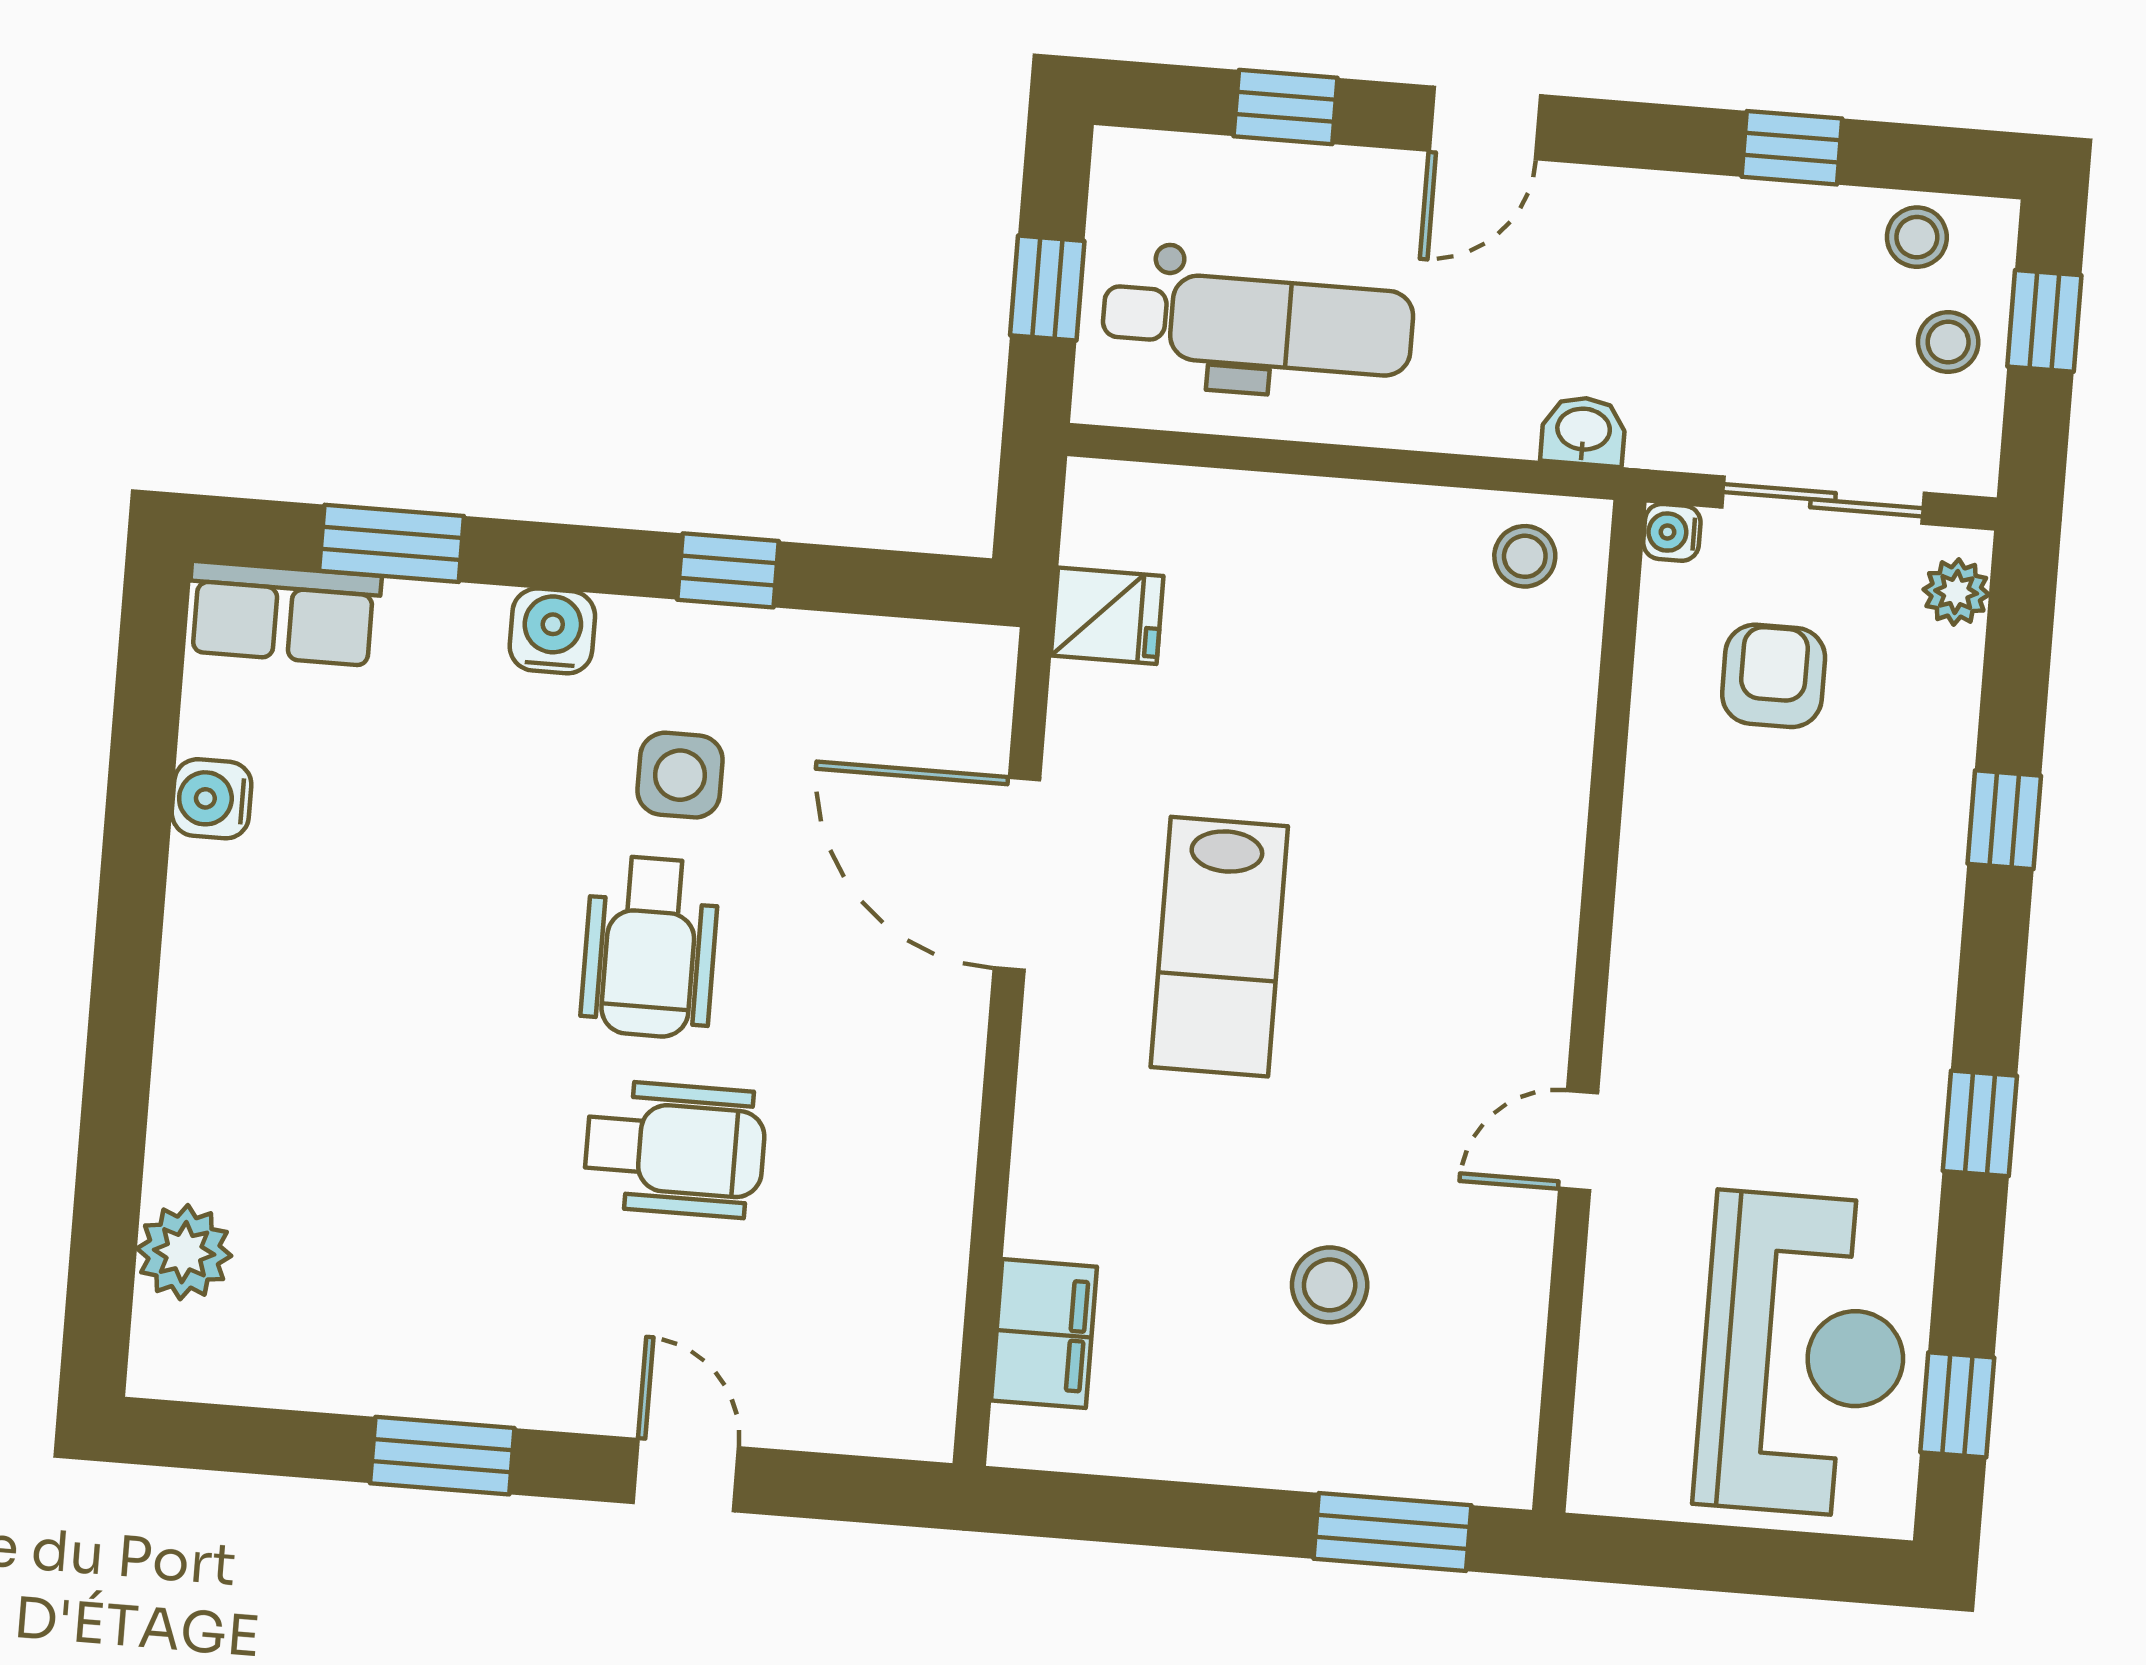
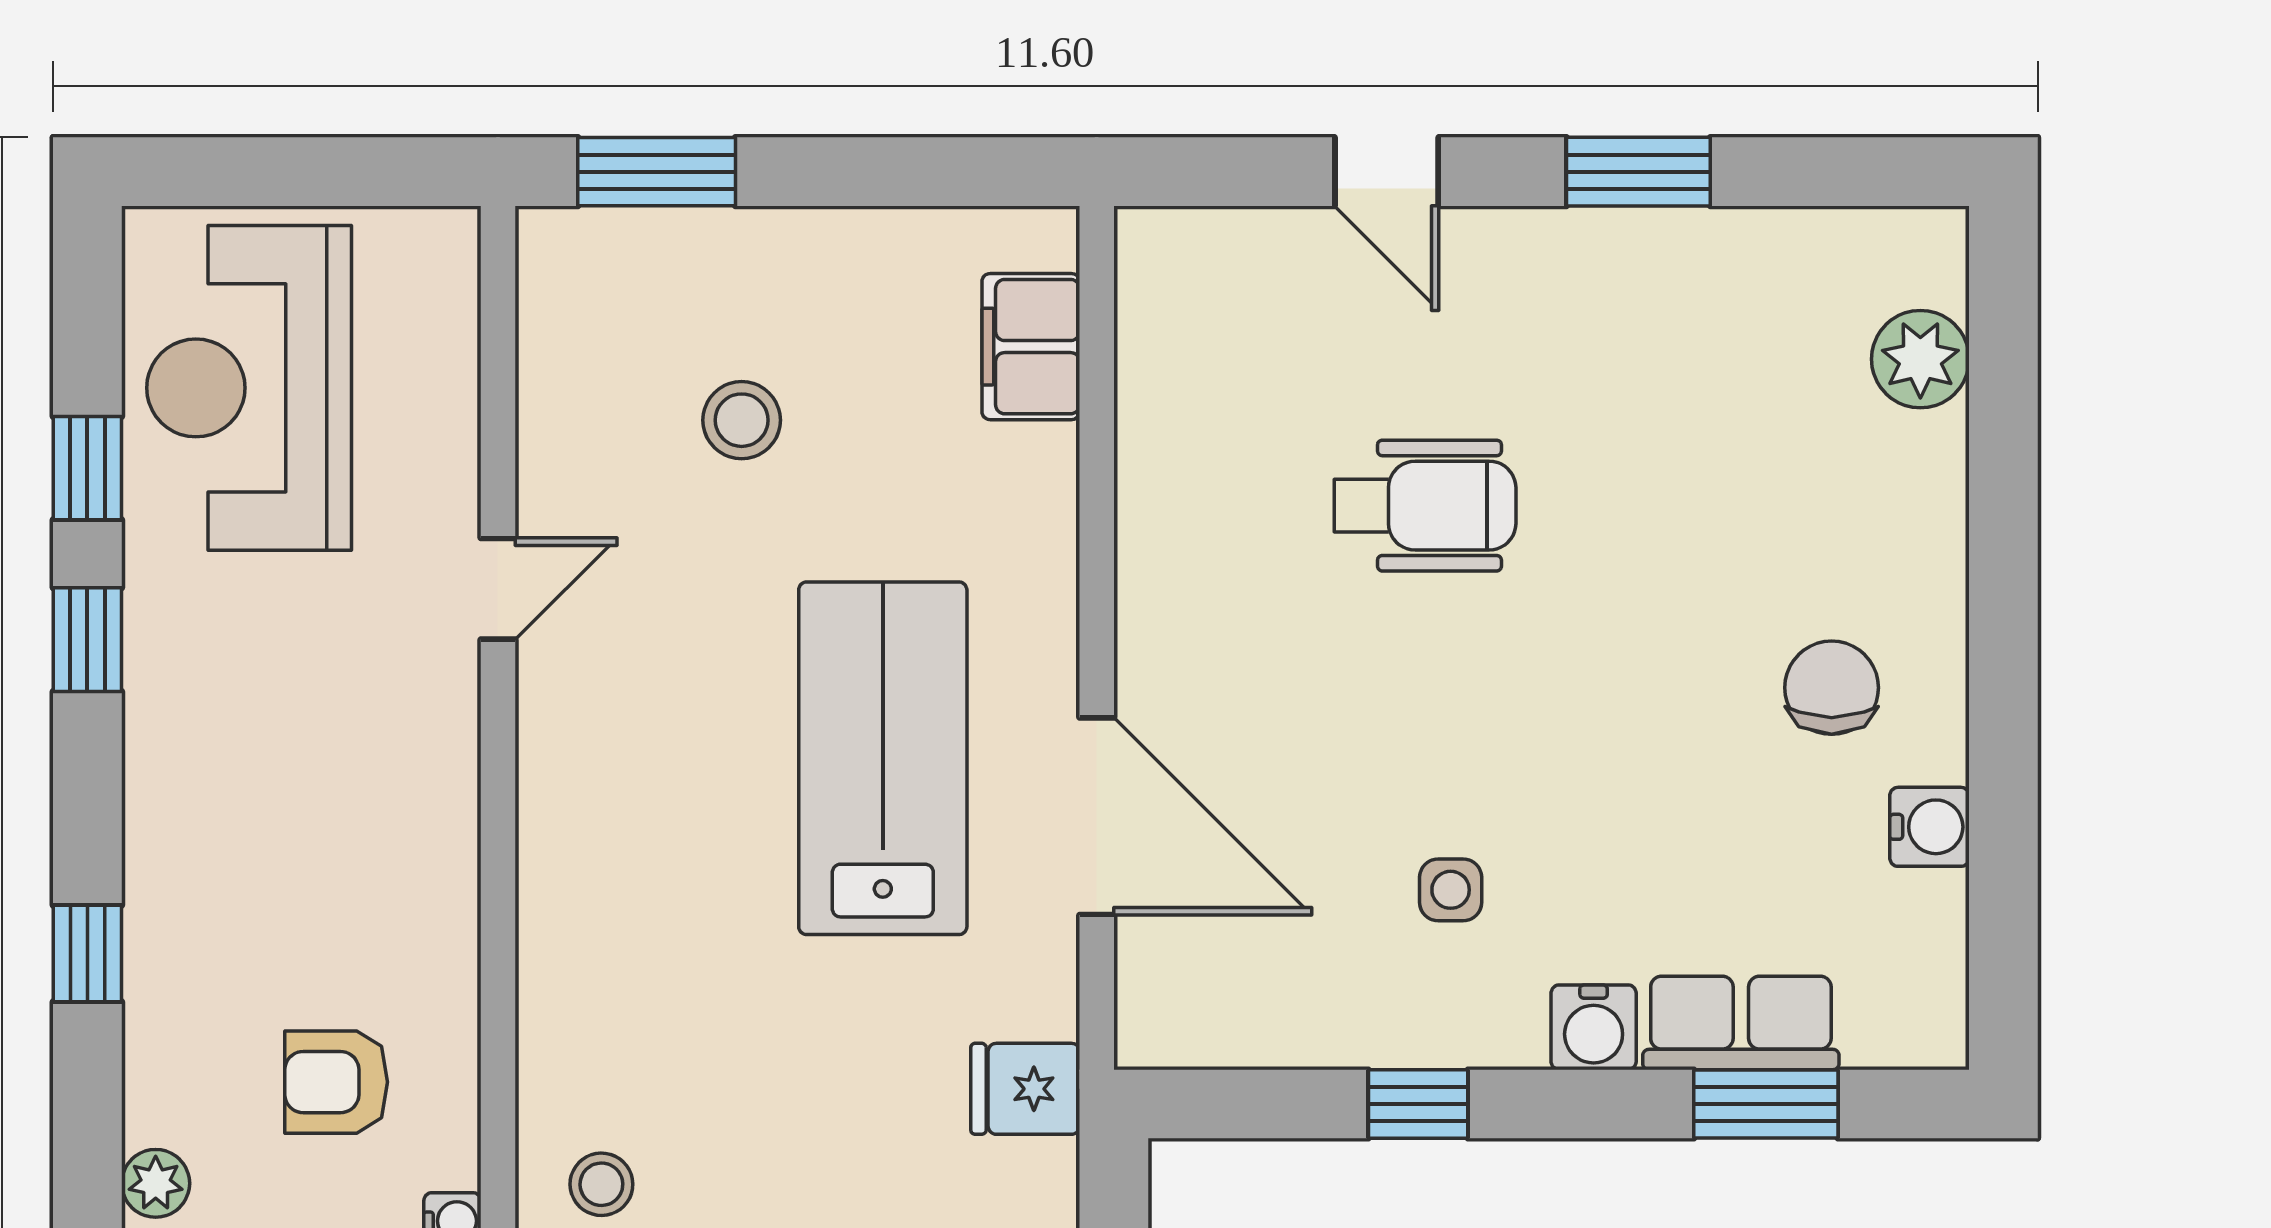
row of seats: (283, 614) -> (1741, 1023), moved
armchair: (1774, 676) -> (336, 1082), turned 90
side table: (680, 775) -> (1451, 890), width x0.73, depth x0.73
chair: (296, 941) -> (1832, 688), added
wheelchair: (650, 947) -> (1467, 711), removed
lab bench: (1219, 947) -> (883, 758), width x1.36, depth x1.39
wheelchair: (675, 1149) -> (1425, 506), turned 180
window: (1957, 1405) -> (87, 468), moved

